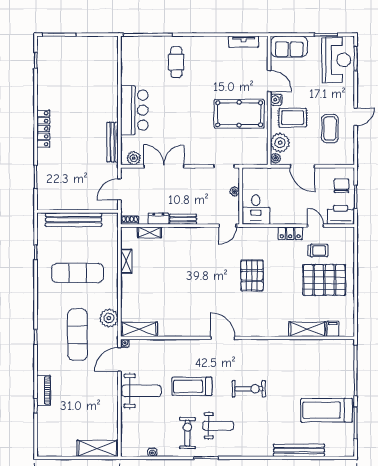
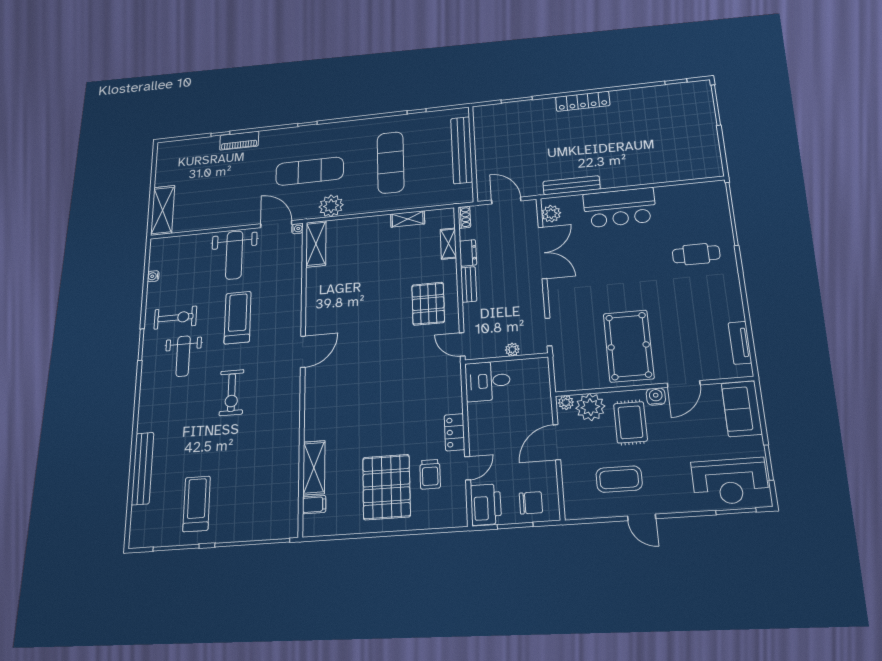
pallet: (252, 276) -> (428, 304), moved, turned 90
treadmill: (327, 410) -> (197, 504), width x0.73, depth x0.73

